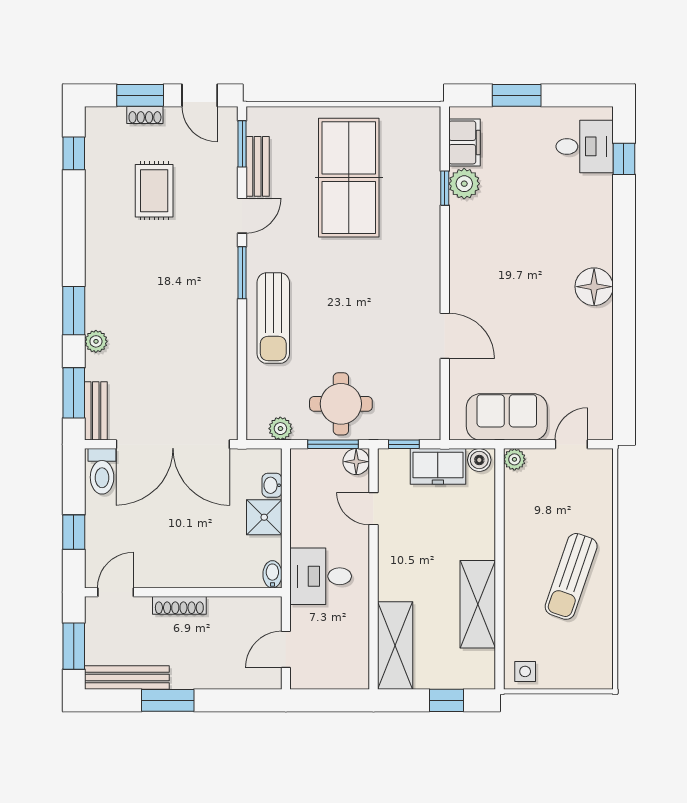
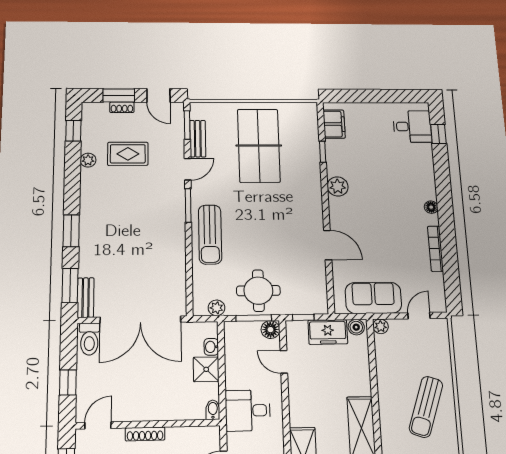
window: (517, 95) -> (366, 96), removed
plant: (464, 184) -> (338, 186), moved
rug: (154, 191) -> (128, 154), turned 90
floor lamp: (594, 287) -> (431, 207), width x0.53, depth x0.53
plant: (96, 341) -> (88, 160), moved
bookcase: (604, 343) -> (435, 249), added

